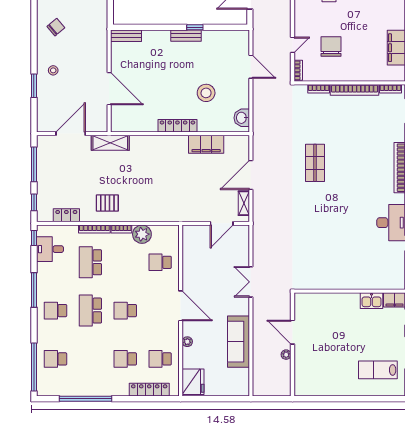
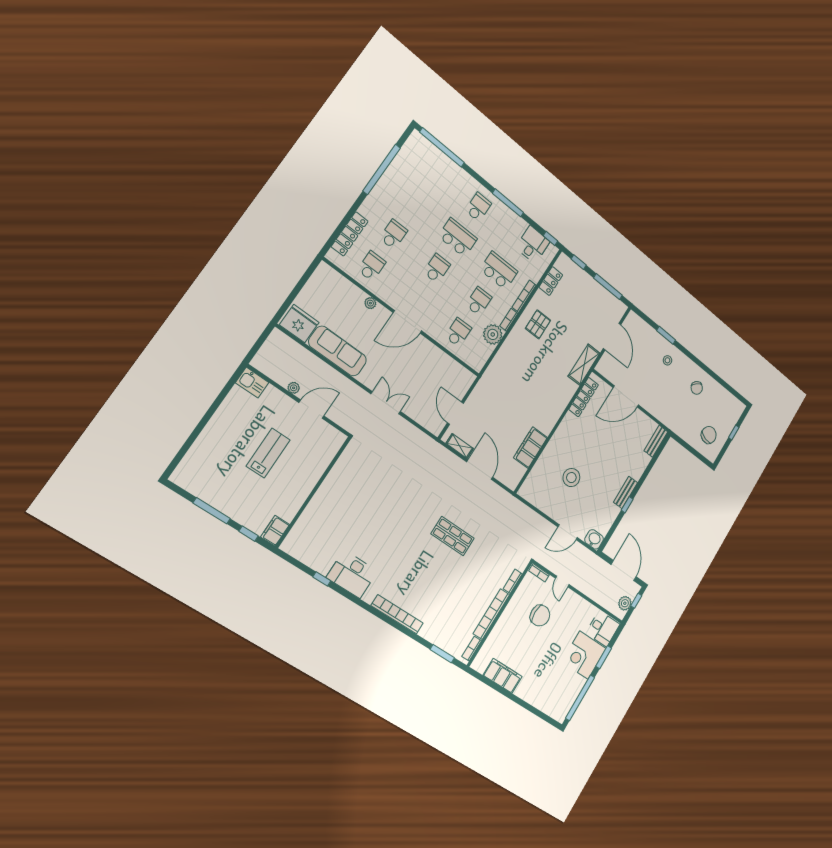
washbasin: (242, 118) -> (594, 539), moved
locker: (177, 126) -> (584, 397), moved
kitchen sink: (371, 301) -> (252, 383), moved, turned -90
school desk: (56, 359) -> (479, 301), moved
lab bench: (378, 370) -> (268, 453), moved
fridge: (193, 382) -> (299, 324), moved, turned 180

